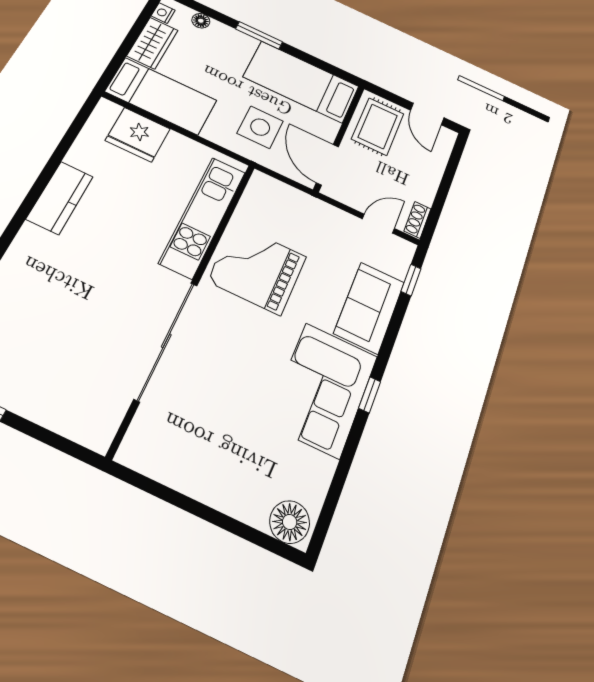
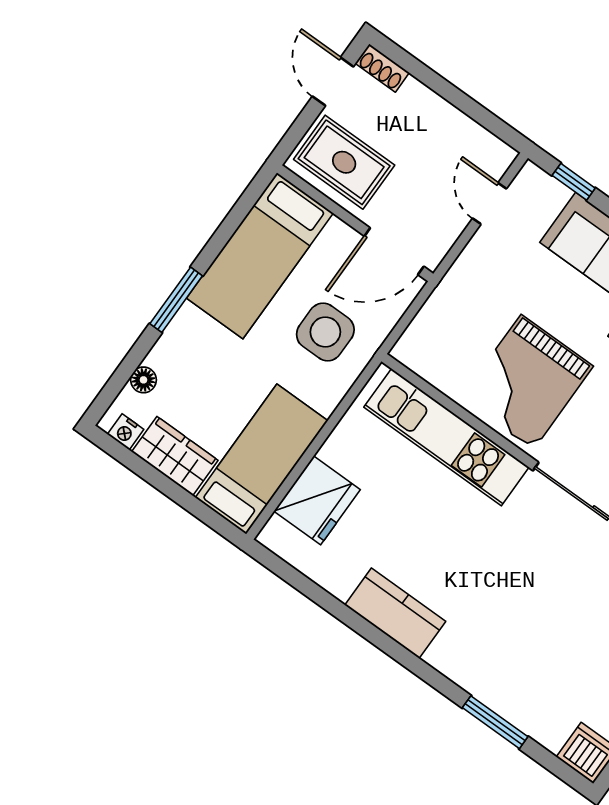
door: (427, 114) -> (333, 82), swing flipped
shoe rack: (417, 220) -> (382, 68), moved

